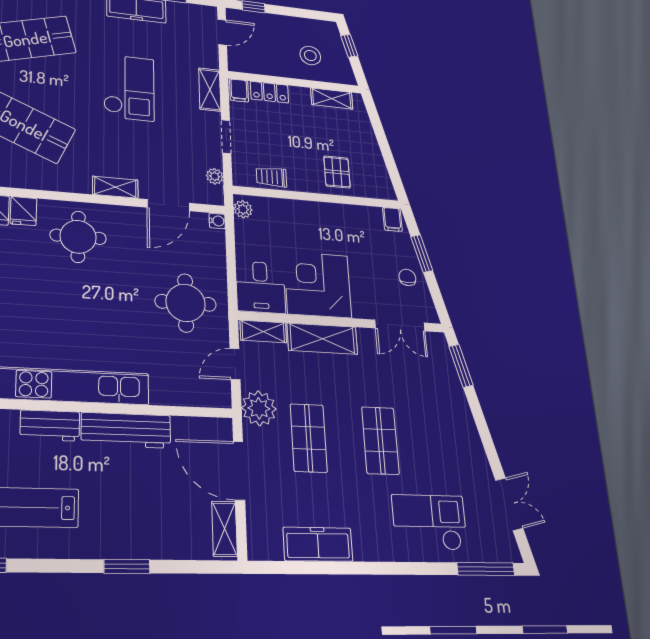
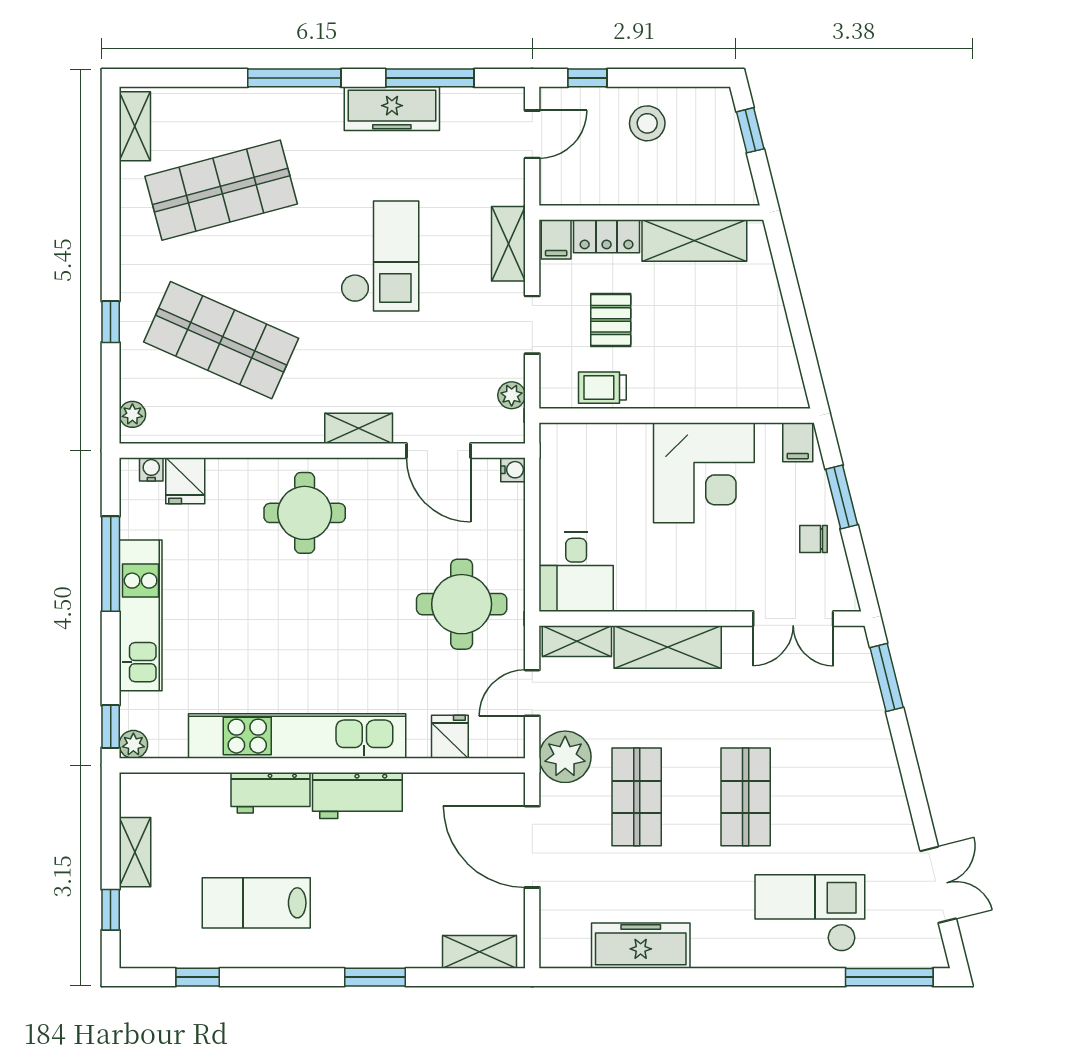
stool: (310, 56) -> (647, 123), moved
shelving: (332, 99) -> (694, 241), width x1.50, depth x1.33
pallet: (337, 172) -> (611, 320), moved
door: (168, 205) -> (439, 451), hinge flipped
plant: (243, 209) -> (554, 447), removed
fridge: (24, 211) -> (450, 737), moved, turned 180
chair: (407, 277) -> (813, 539), turned -90
corner desk: (318, 285) -> (704, 473), moved, turned 180
workbench: (126, 430) -> (357, 796), width x0.73
shelving: (224, 529) -> (479, 952), moved, turned 90

